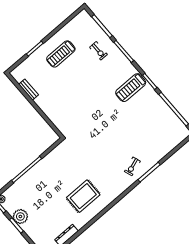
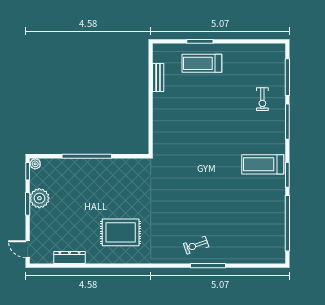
treadmill: (61, 54) -> (202, 63), moved

